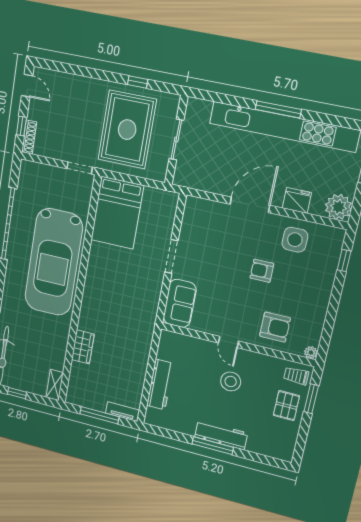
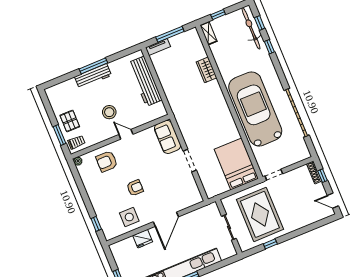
plant: (338, 207) -> (119, 250), removed
workbench: (160, 385) -> (145, 81), width x1.36, depth x1.32
window: (17, 393) -> (218, 14), moved

